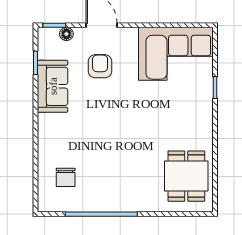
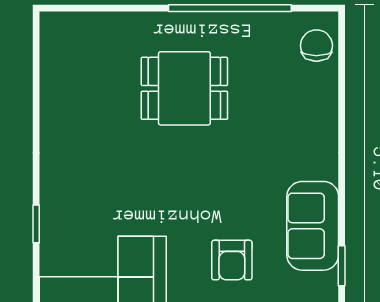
dining table: (186, 176) -> (184, 88), moved, turned 90
chair: (66, 177) -> (316, 46), moved

